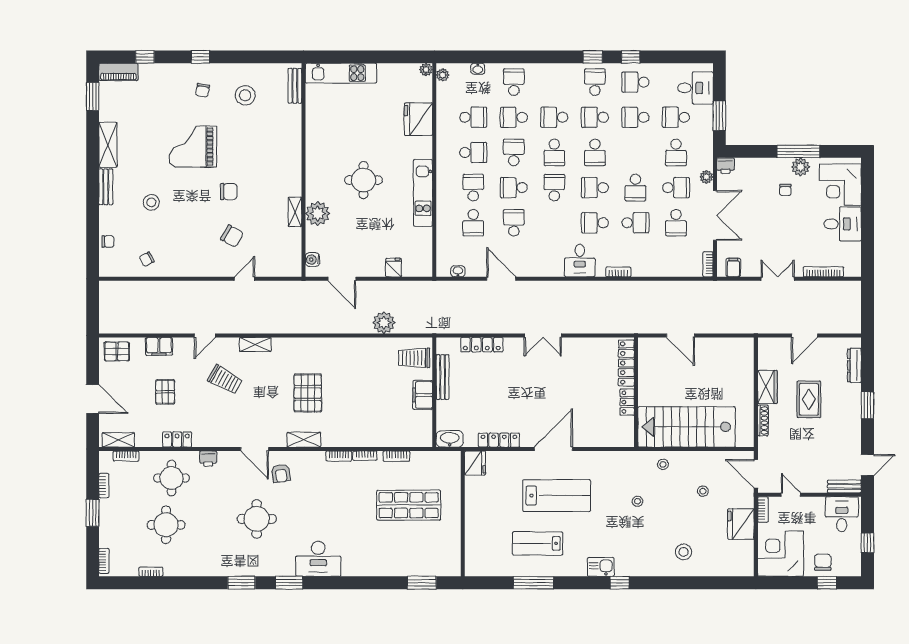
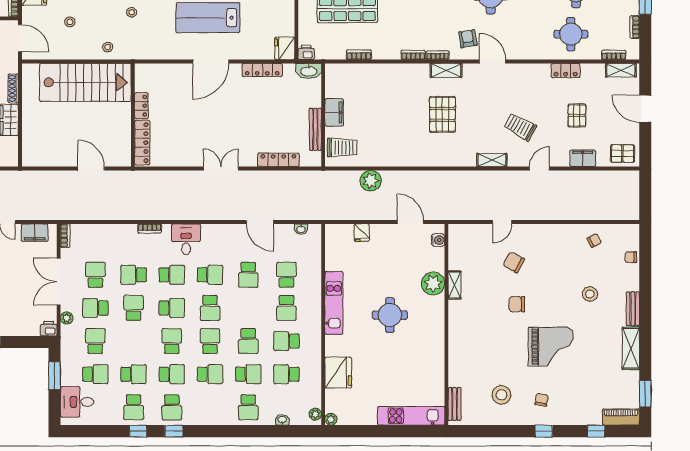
school desk: (635, 82) -> (134, 407), turned 90
school desk: (514, 188) -> (210, 275), moved
filing cabinet: (733, 268) -> (35, 233), width x2.00
bookcase: (365, 456) -> (438, 55), moved
printer: (208, 459) -> (306, 53), moved

